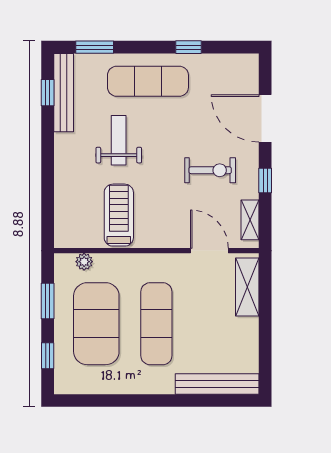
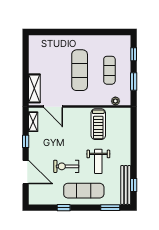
exercise bike: (210, 170) -> (66, 166), moved
exercise mat: (96, 324) -> (109, 70), width x0.50, depth x0.69
bench: (217, 384) -> (49, 40), removed

